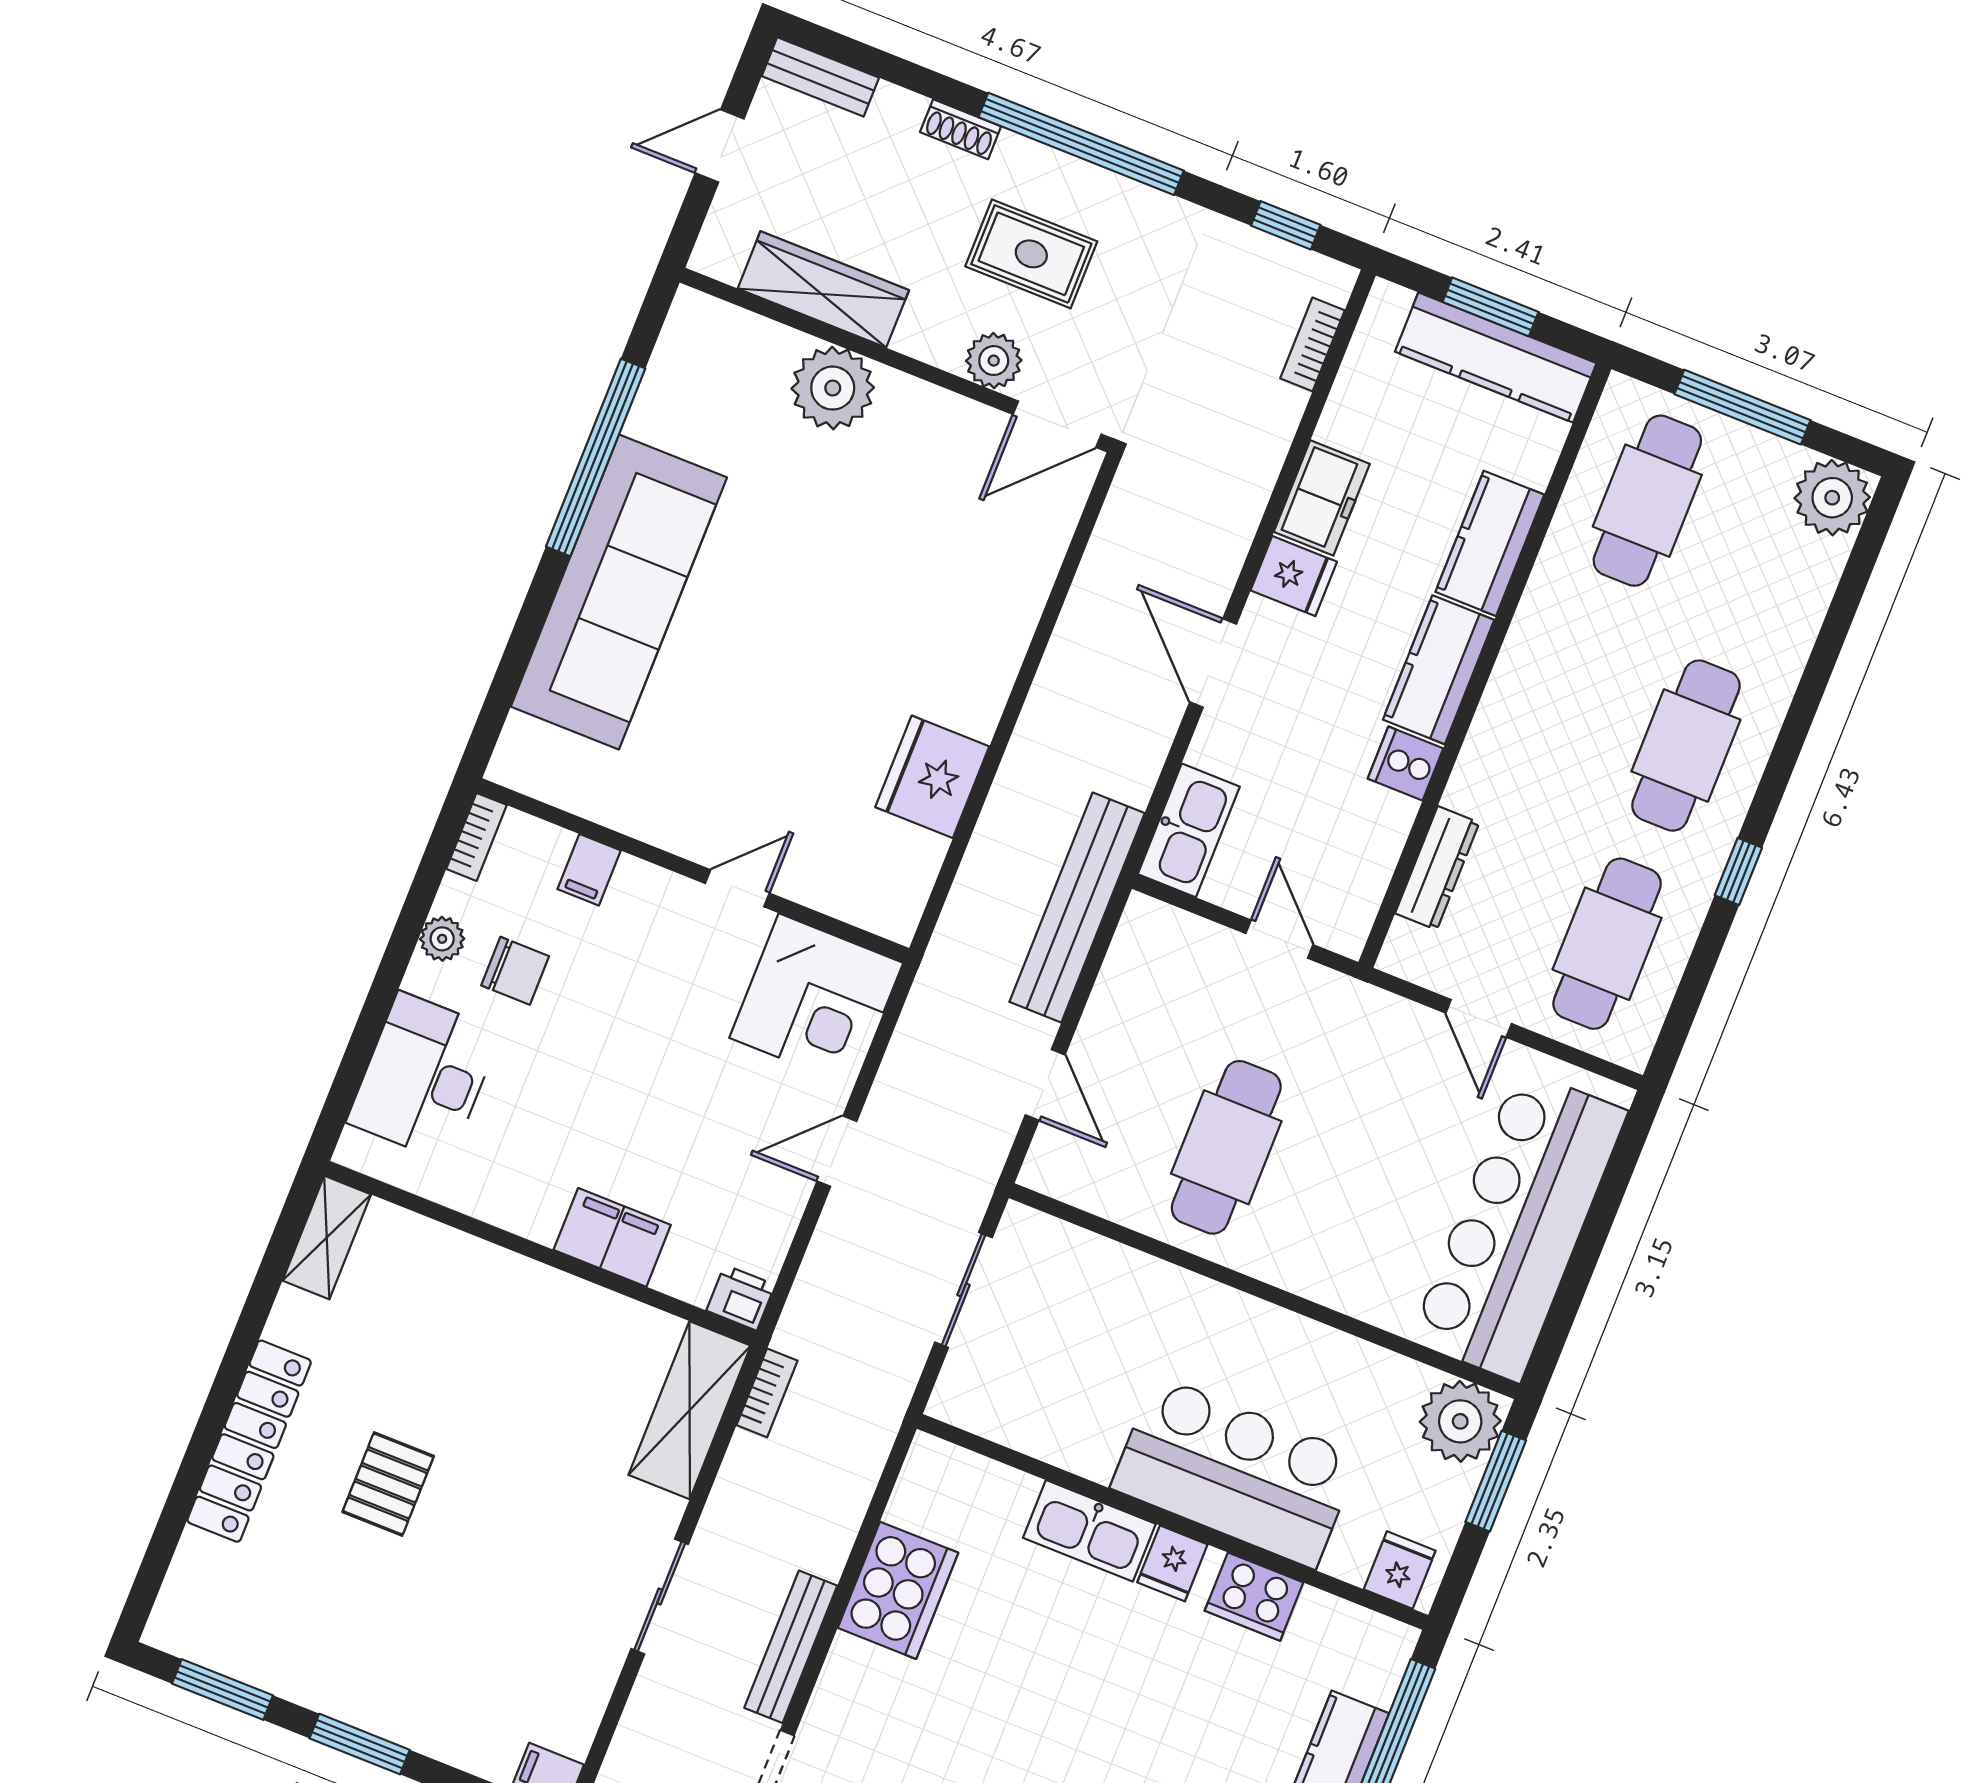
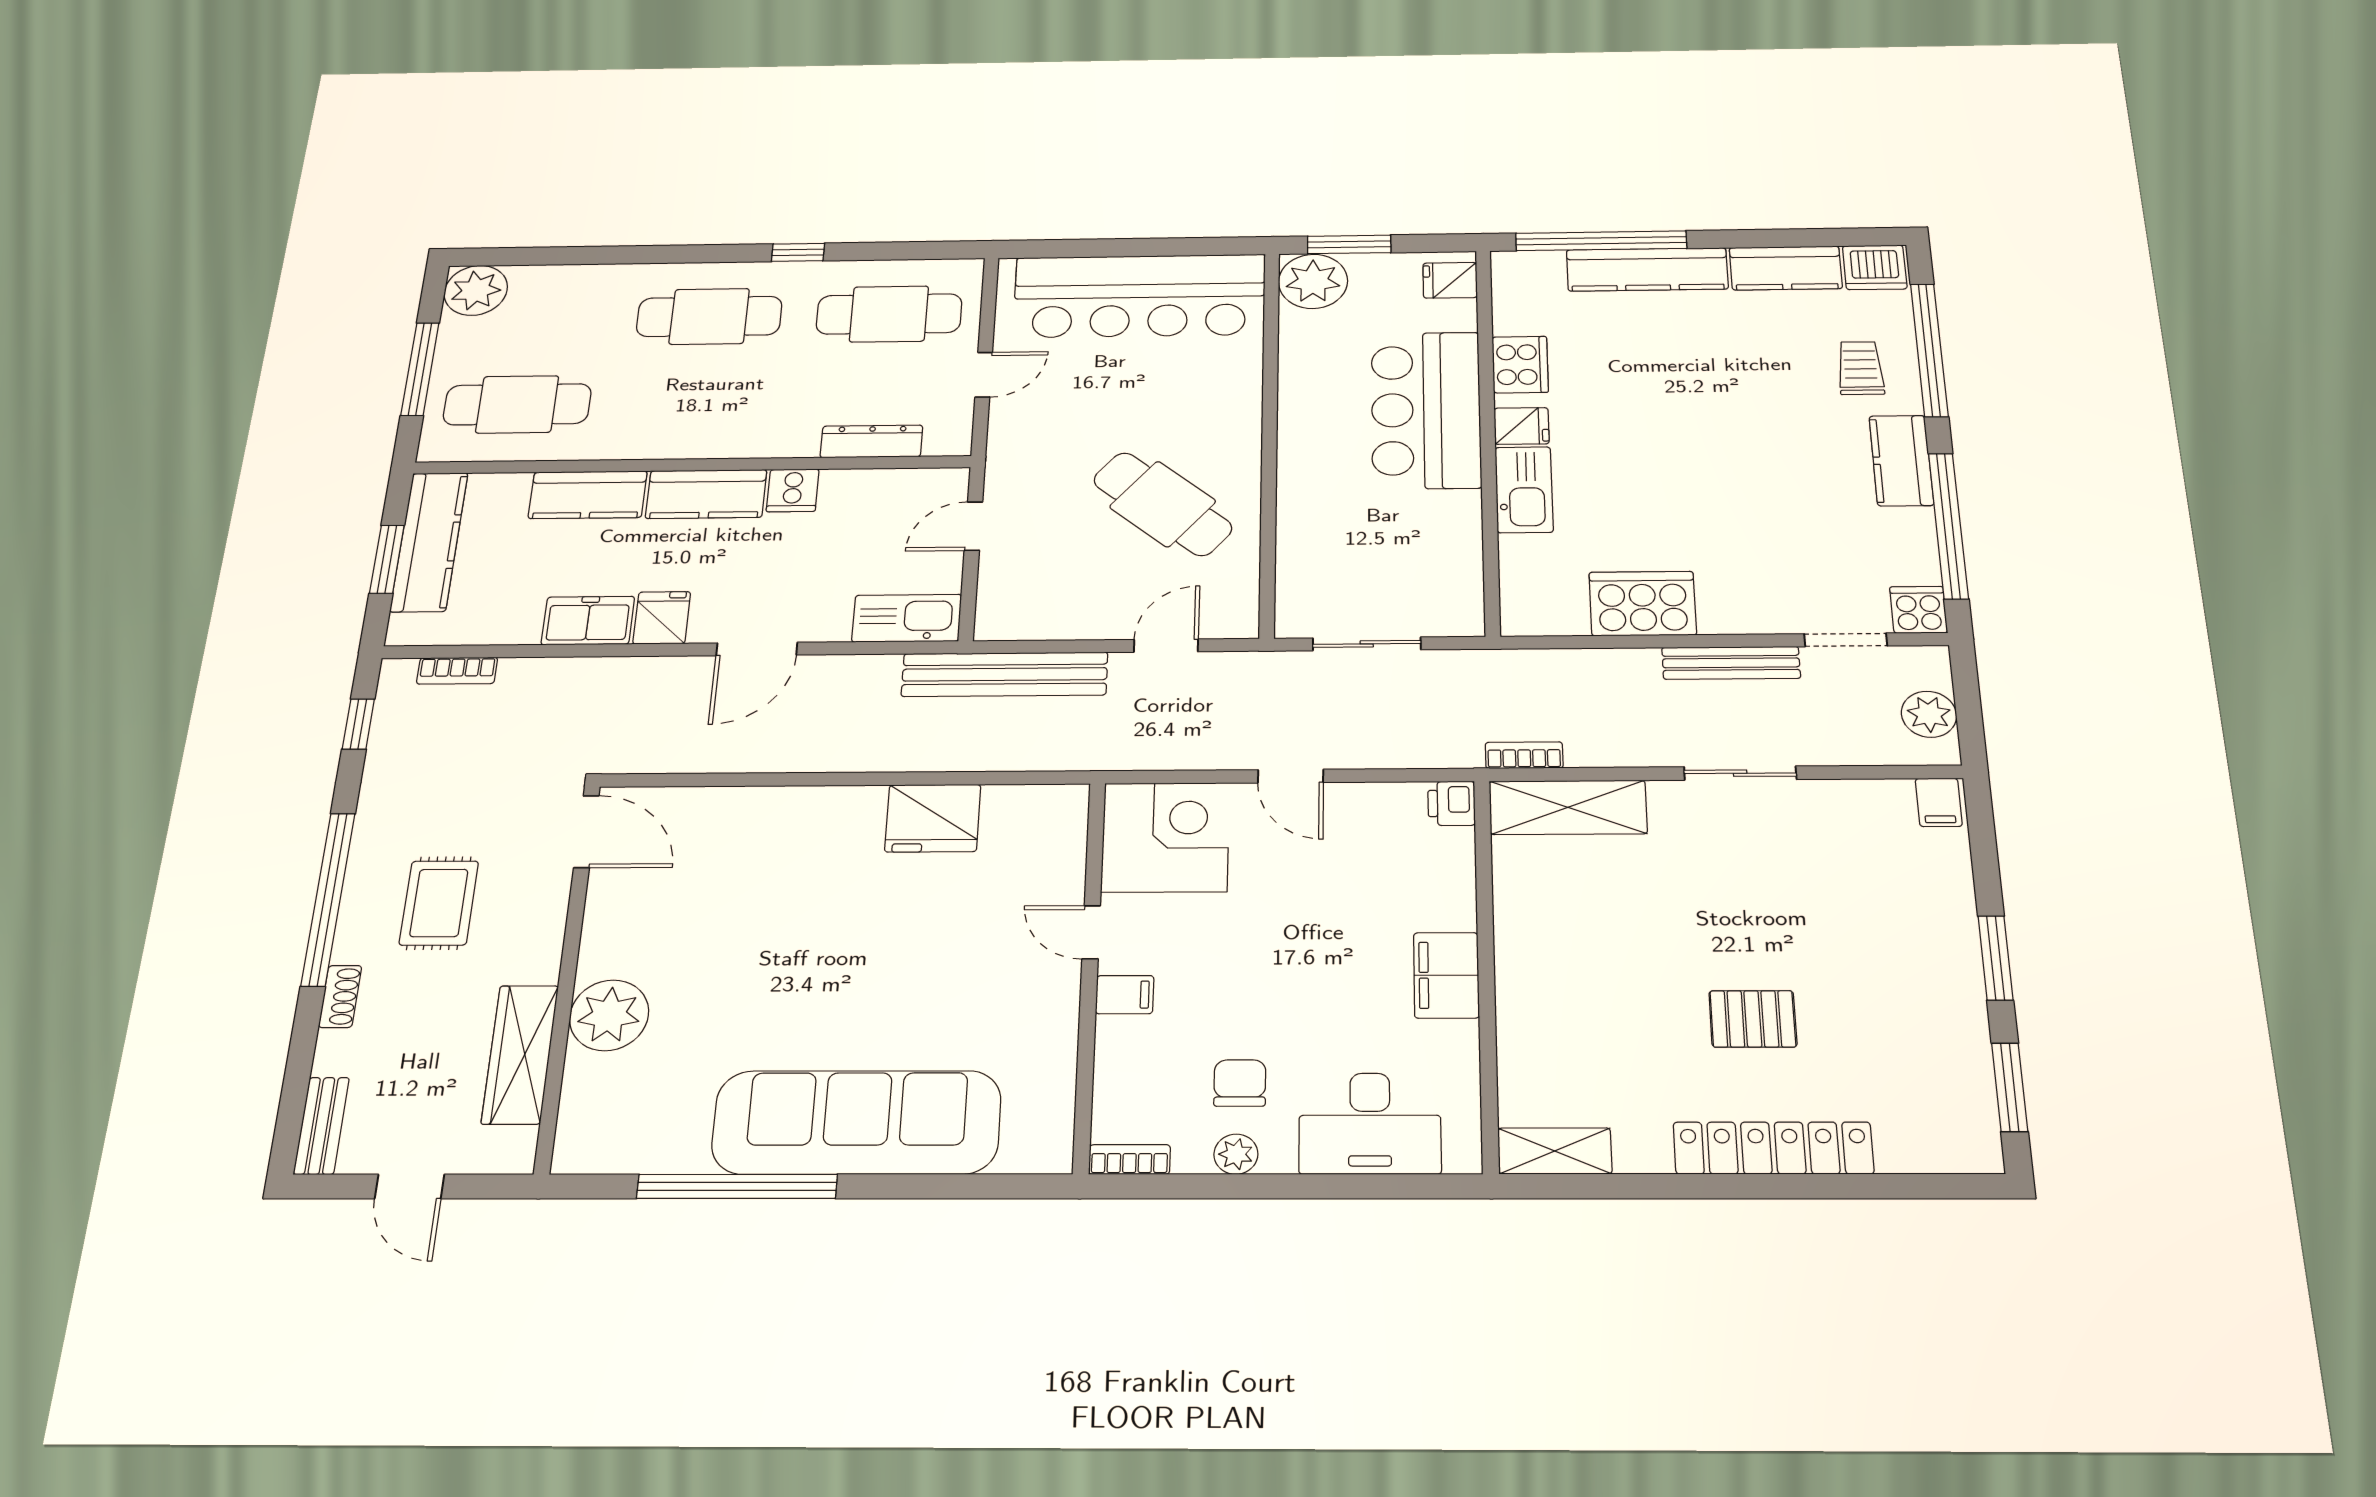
plant: (994, 361) -> (544, 899), removed
filing cabinet: (589, 870) -> (1125, 995), moved
cafe table: (1226, 1147) -> (1163, 504), turned 40
filing cabinet: (612, 1237) -> (1446, 975), moved

